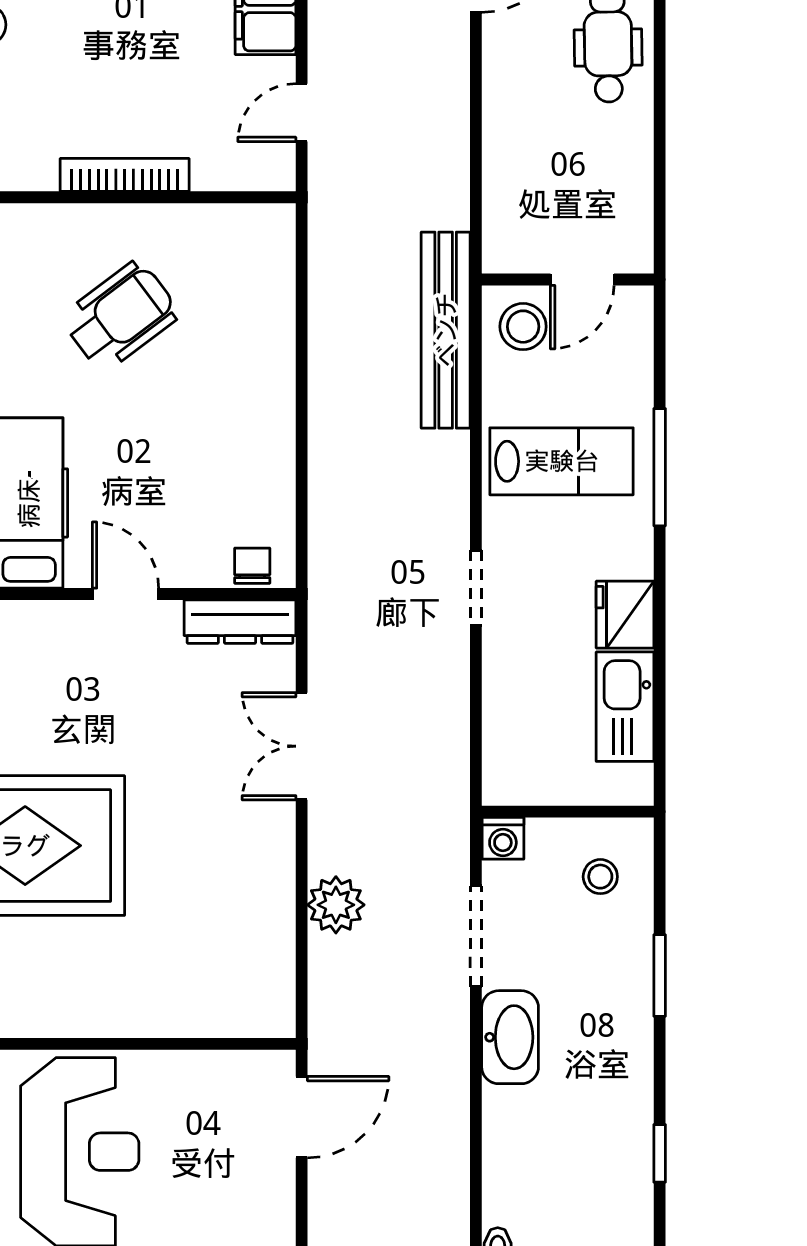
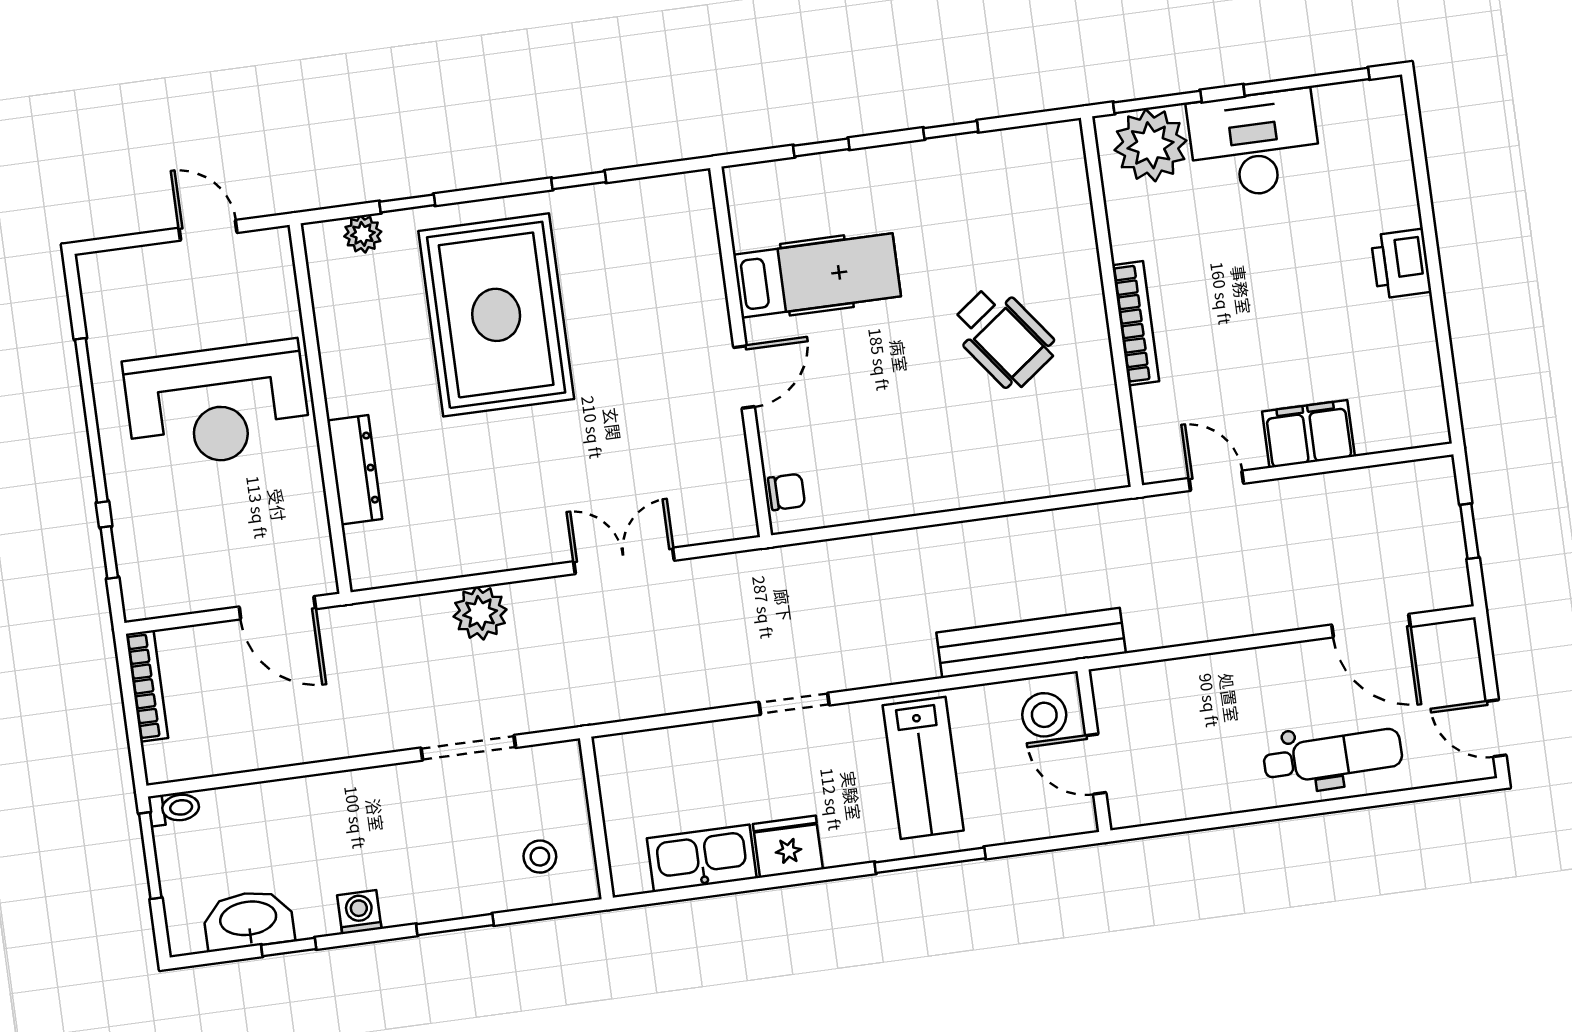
dresser: (240, 622) -> (355, 470), moved, turned 180
washing machine: (503, 838) -> (359, 912), moved, turned 90
washbasin: (510, 1037) -> (248, 920), moved, turned 180

